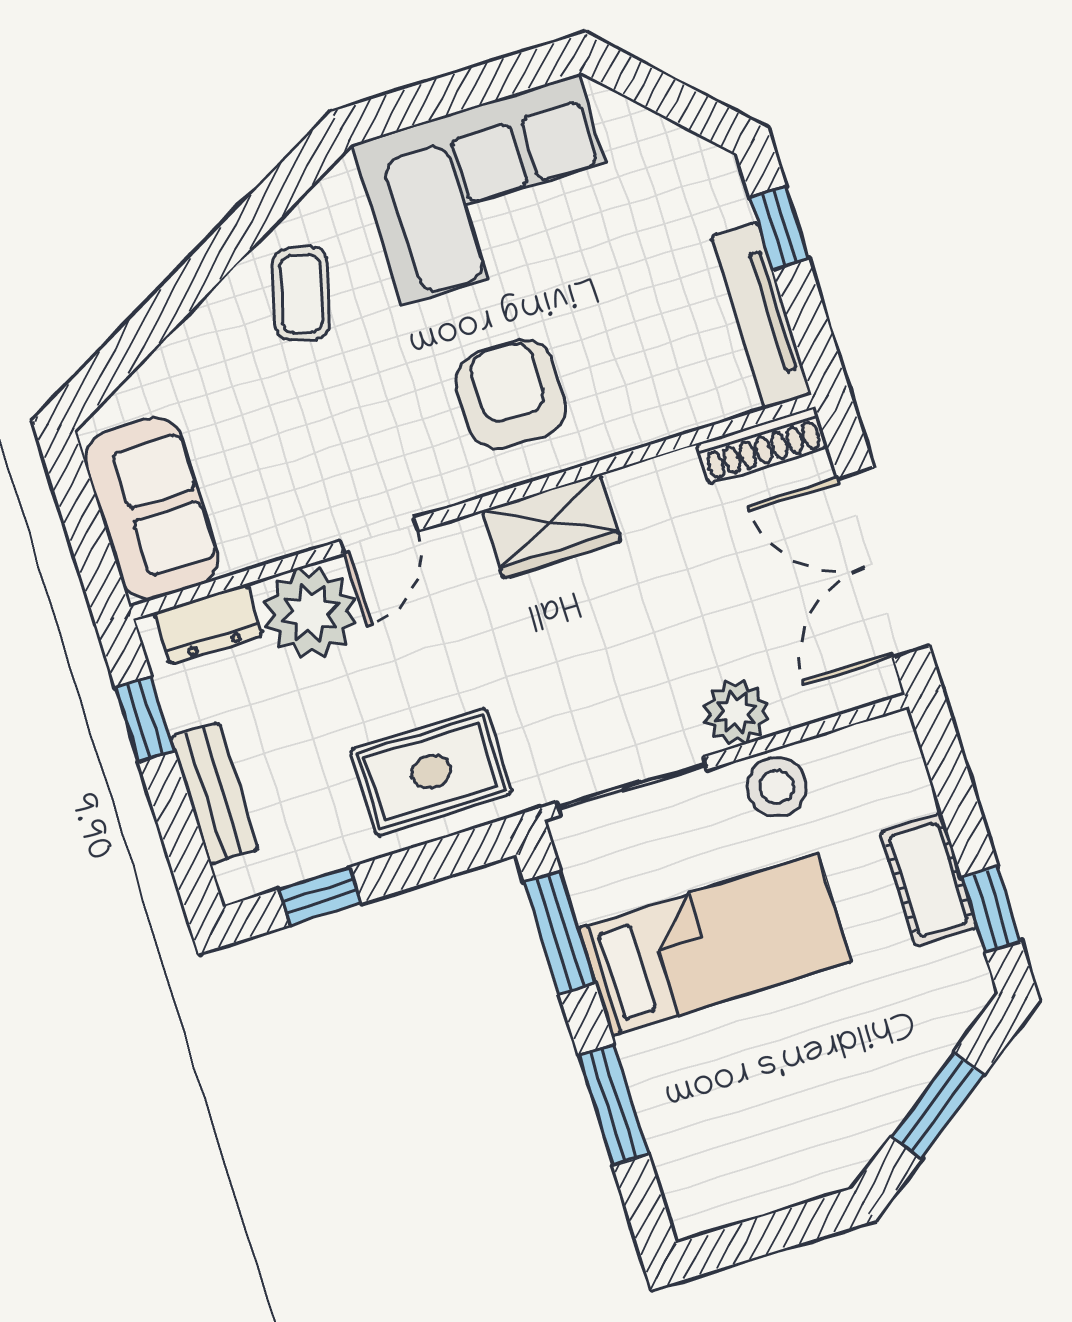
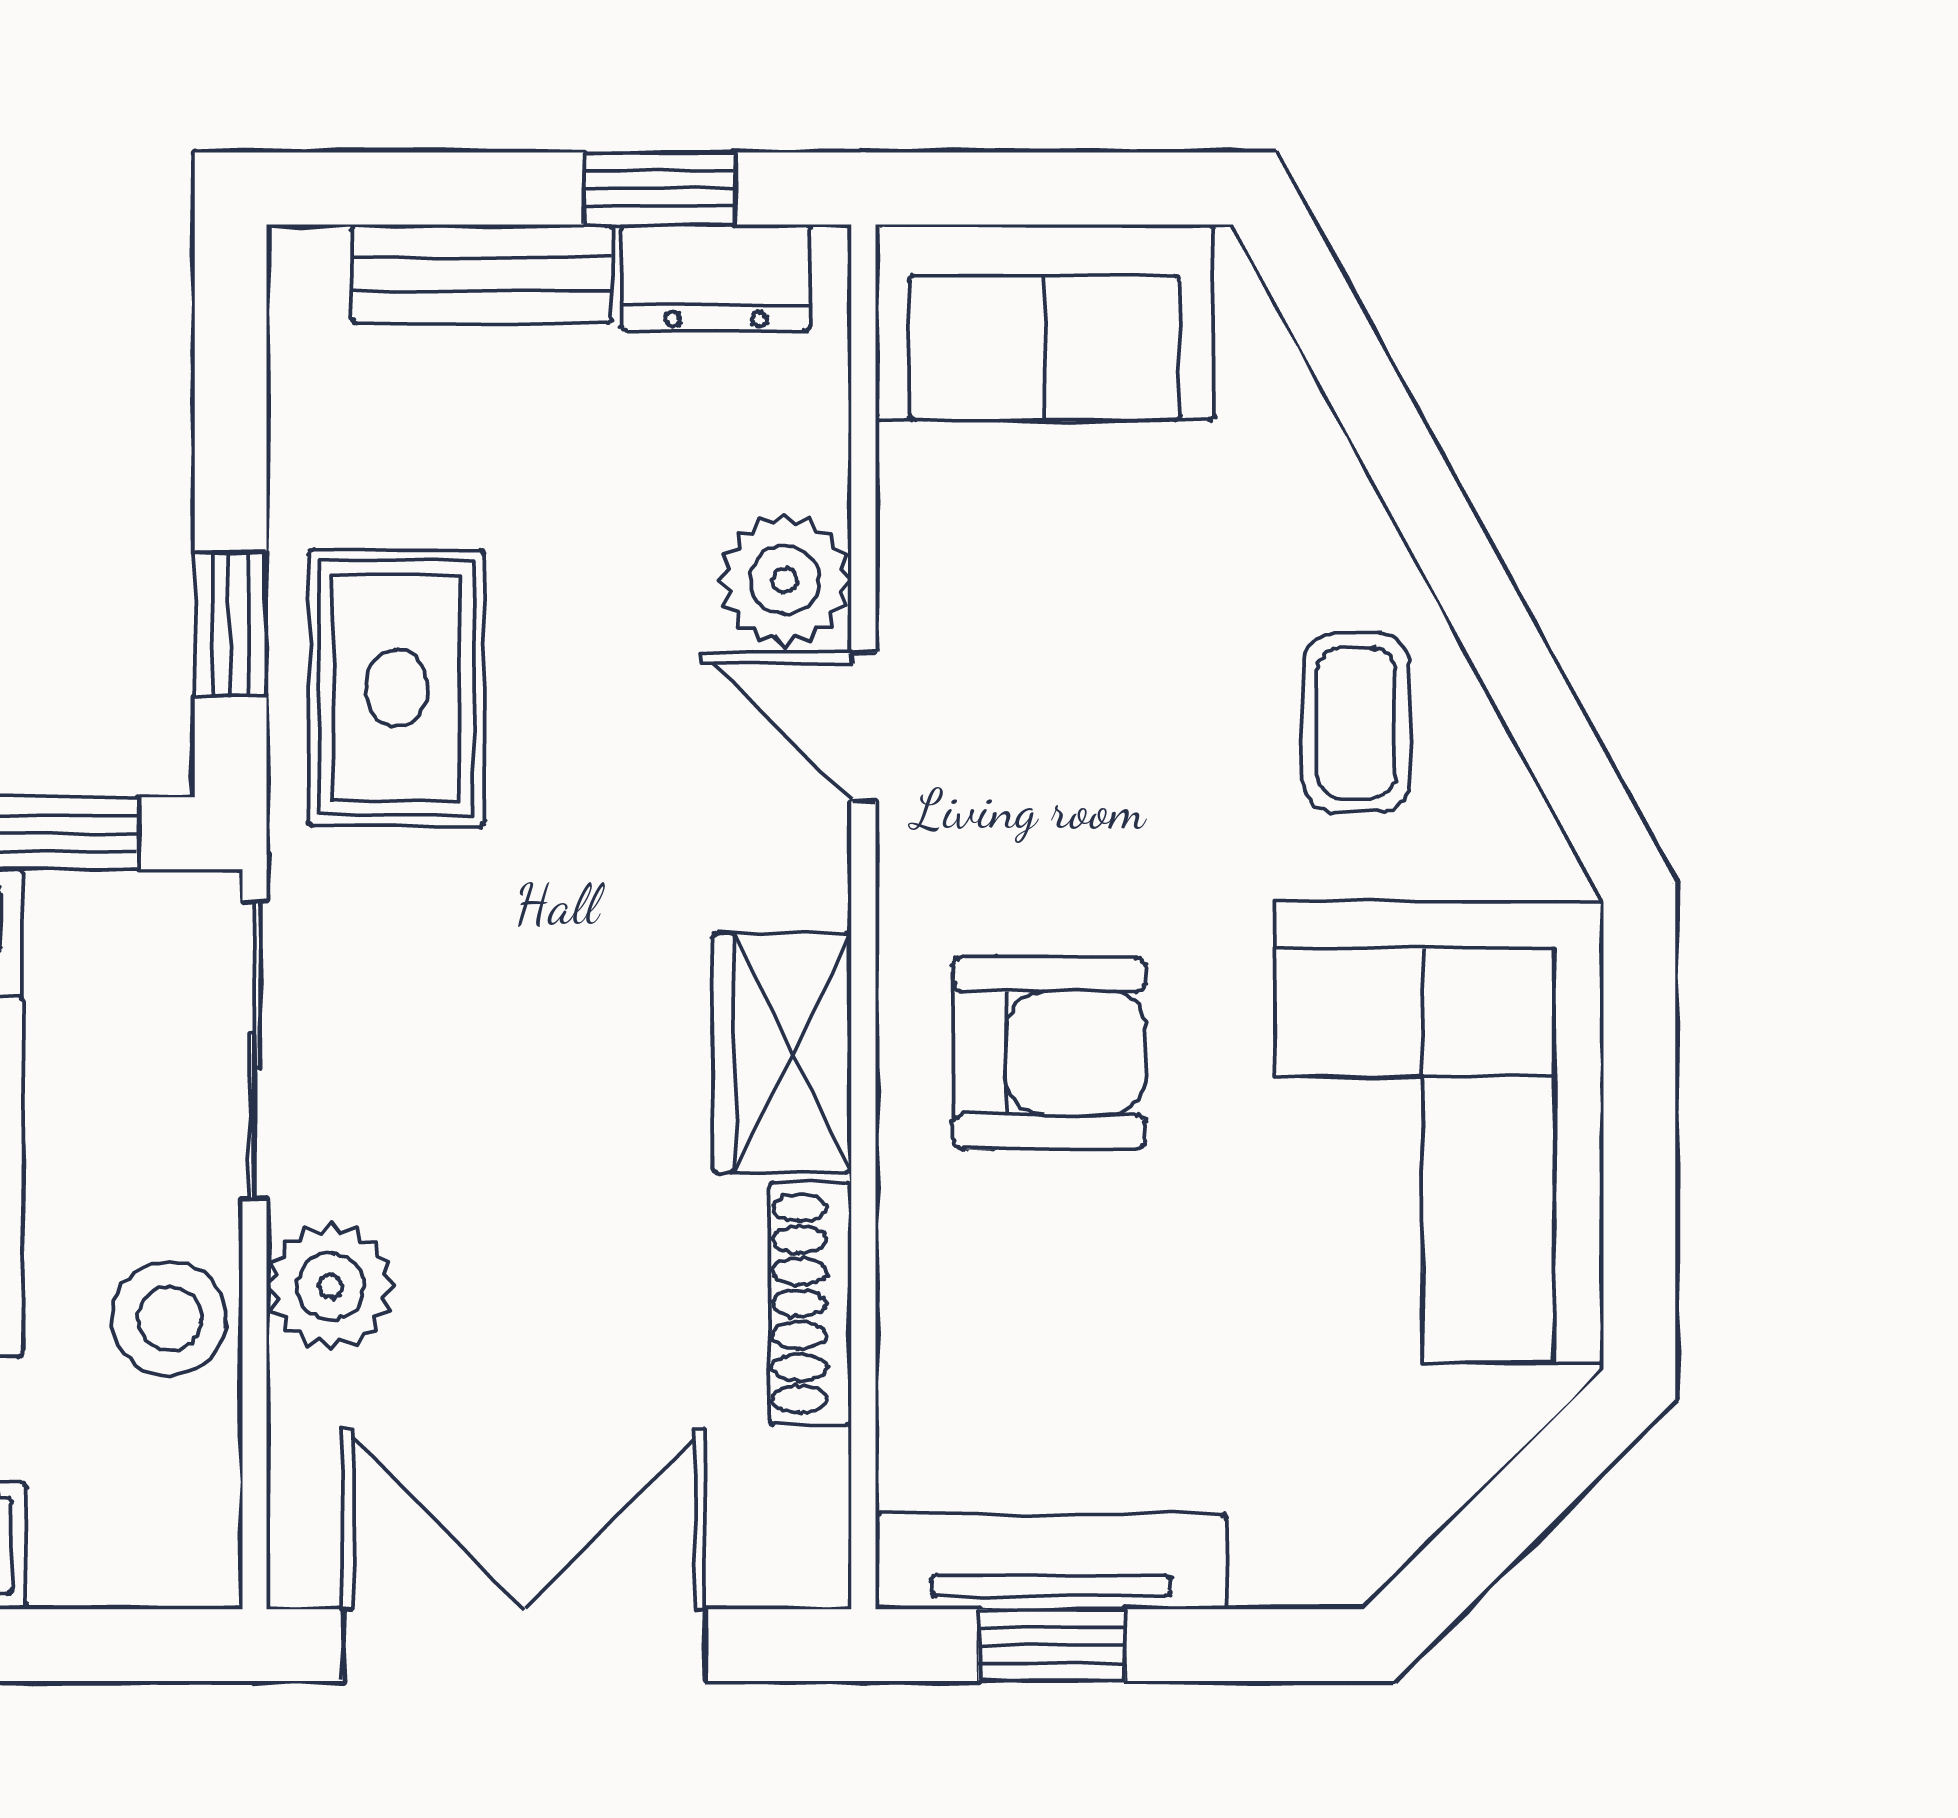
window: (779, 228) -> (1052, 1645), moved
coffee table: (301, 294) -> (1356, 723), turned 75
shoe rack: (762, 445) -> (810, 1303), moved
plant: (310, 613) -> (785, 580), width x0.73, depth x0.73
dresser: (208, 624) -> (716, 278), moved, turned -90
window: (320, 896) -> (231, 624), moved

